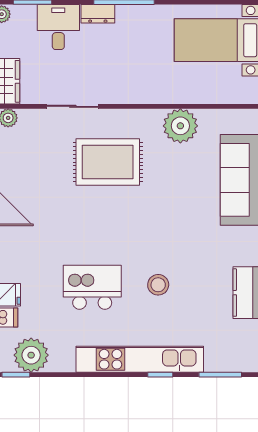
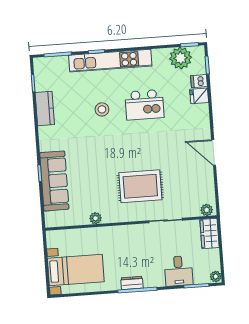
dresser: (98, 14) -> (132, 283), moved
plant: (180, 126) -> (96, 218), width x0.53, depth x0.53

